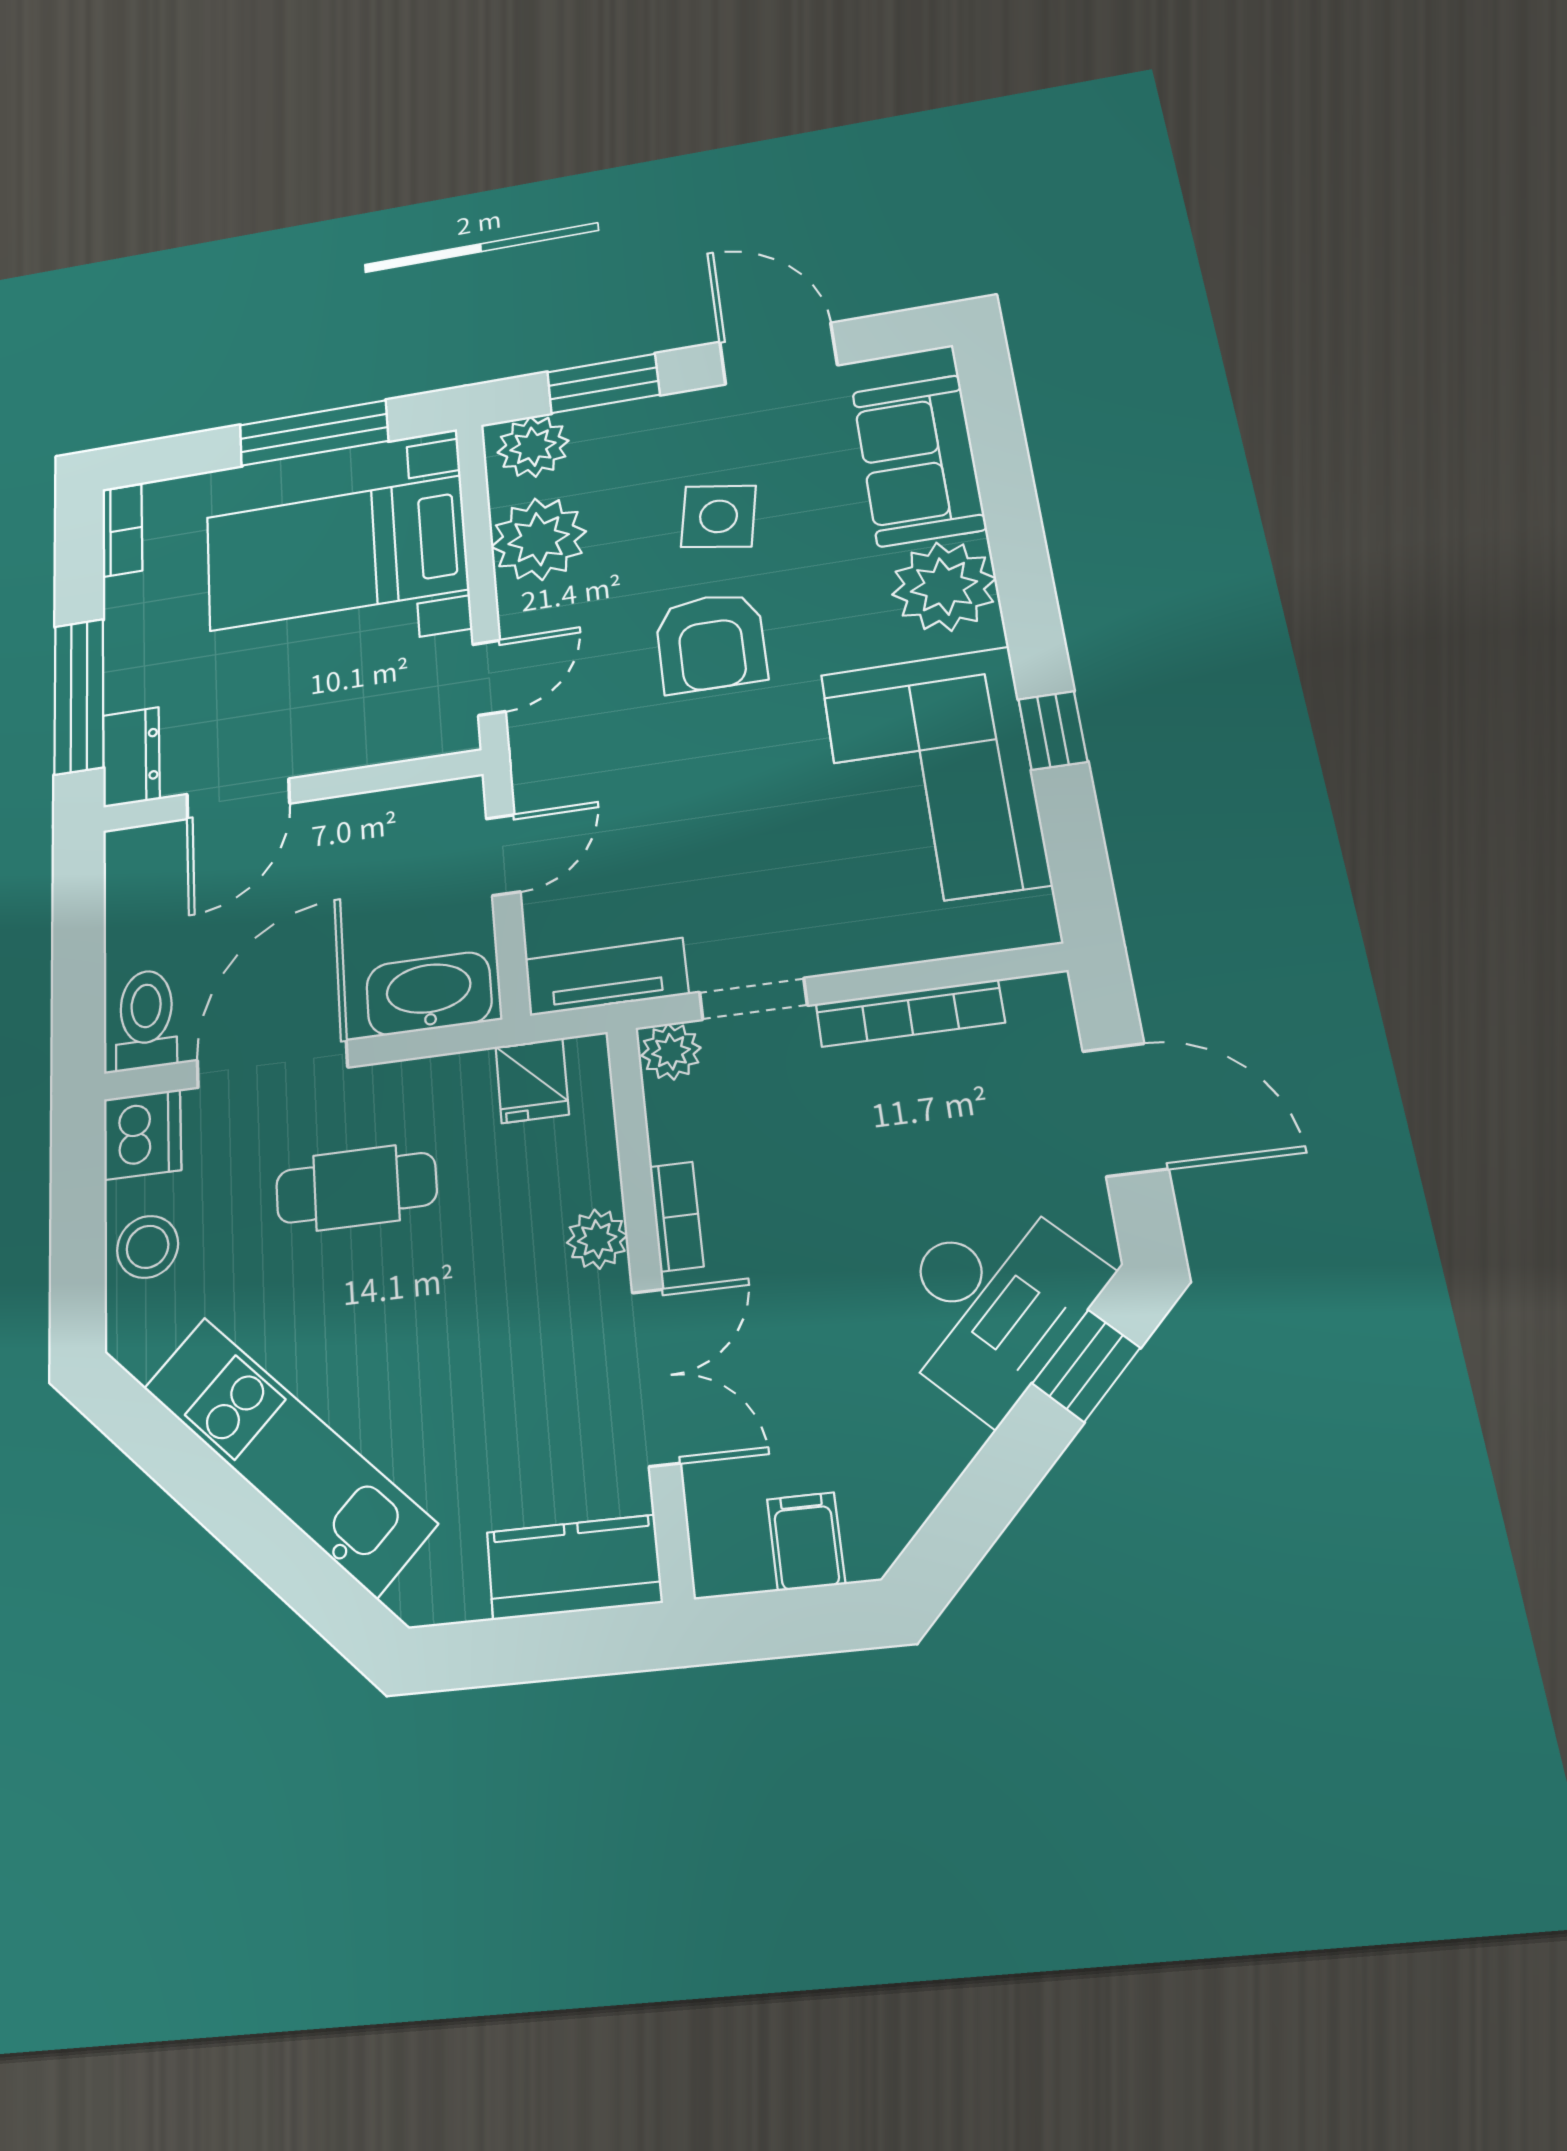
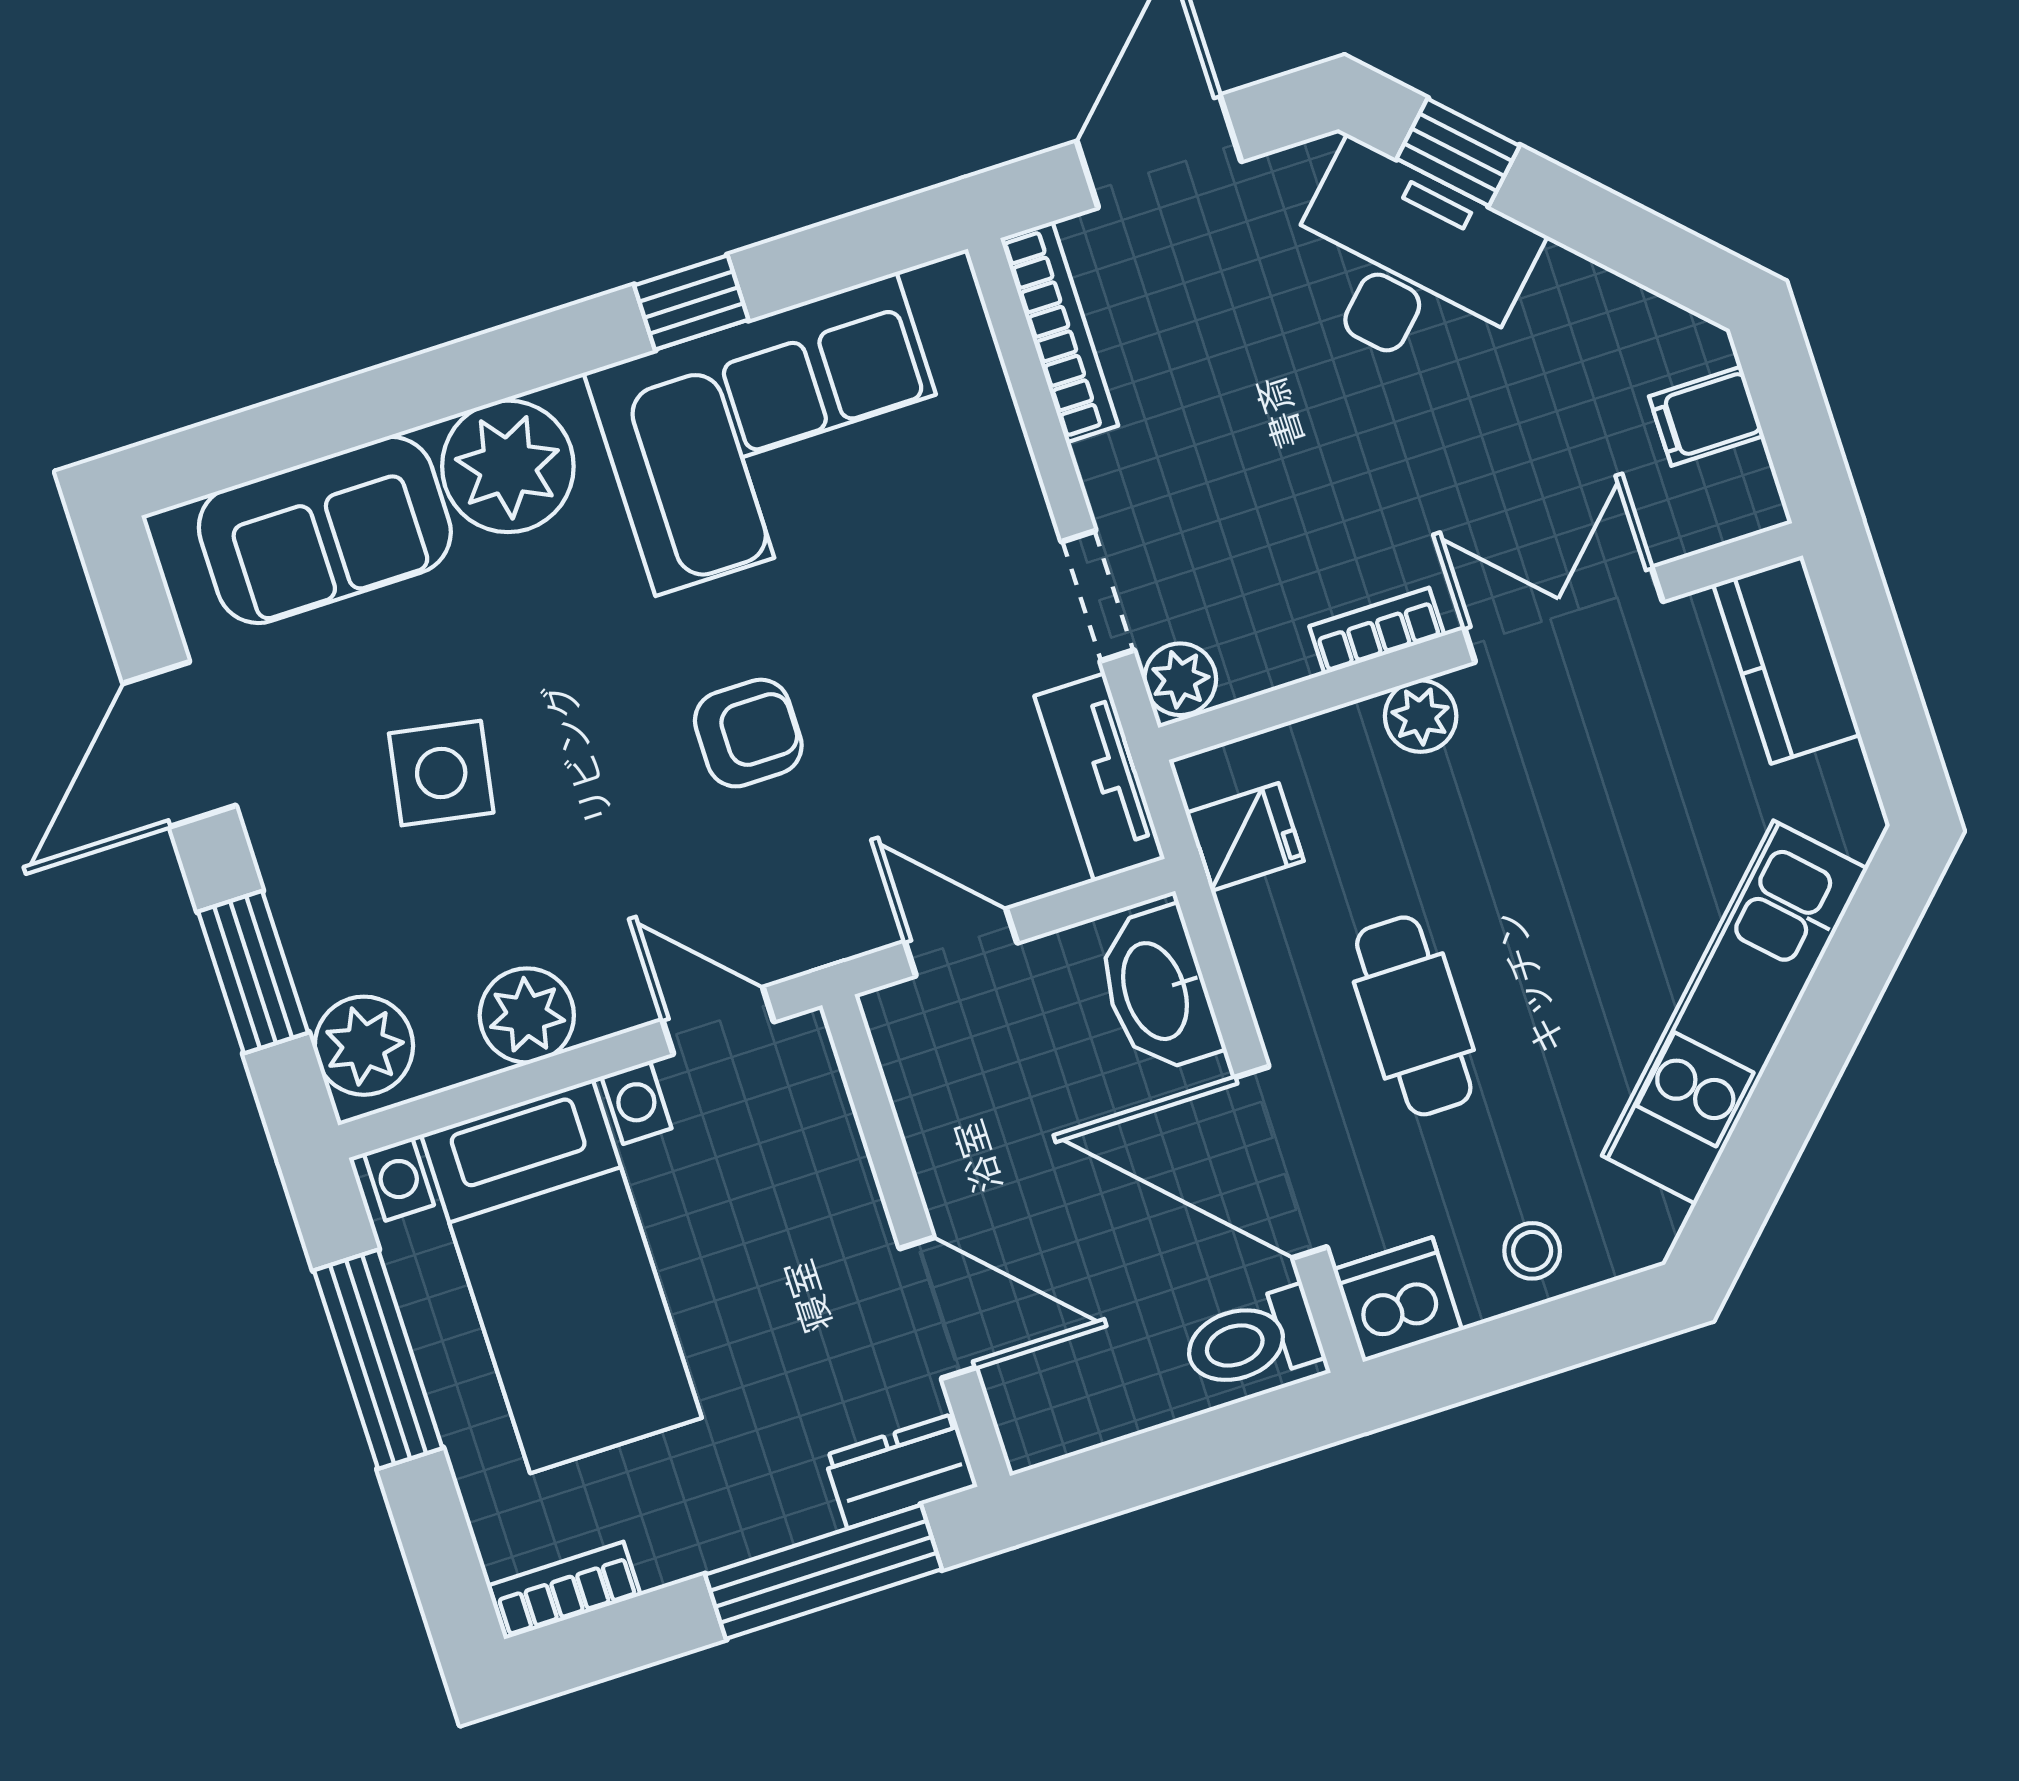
plant: (539, 539) -> (527, 1015), width x0.73, depth x0.73
armchair: (711, 642) -> (748, 733), moved, width x0.72, depth x0.72
bookcase: (910, 1013) -> (1059, 332), moved
stool: (148, 1247) -> (1532, 1251), width x0.73, depth x0.73

